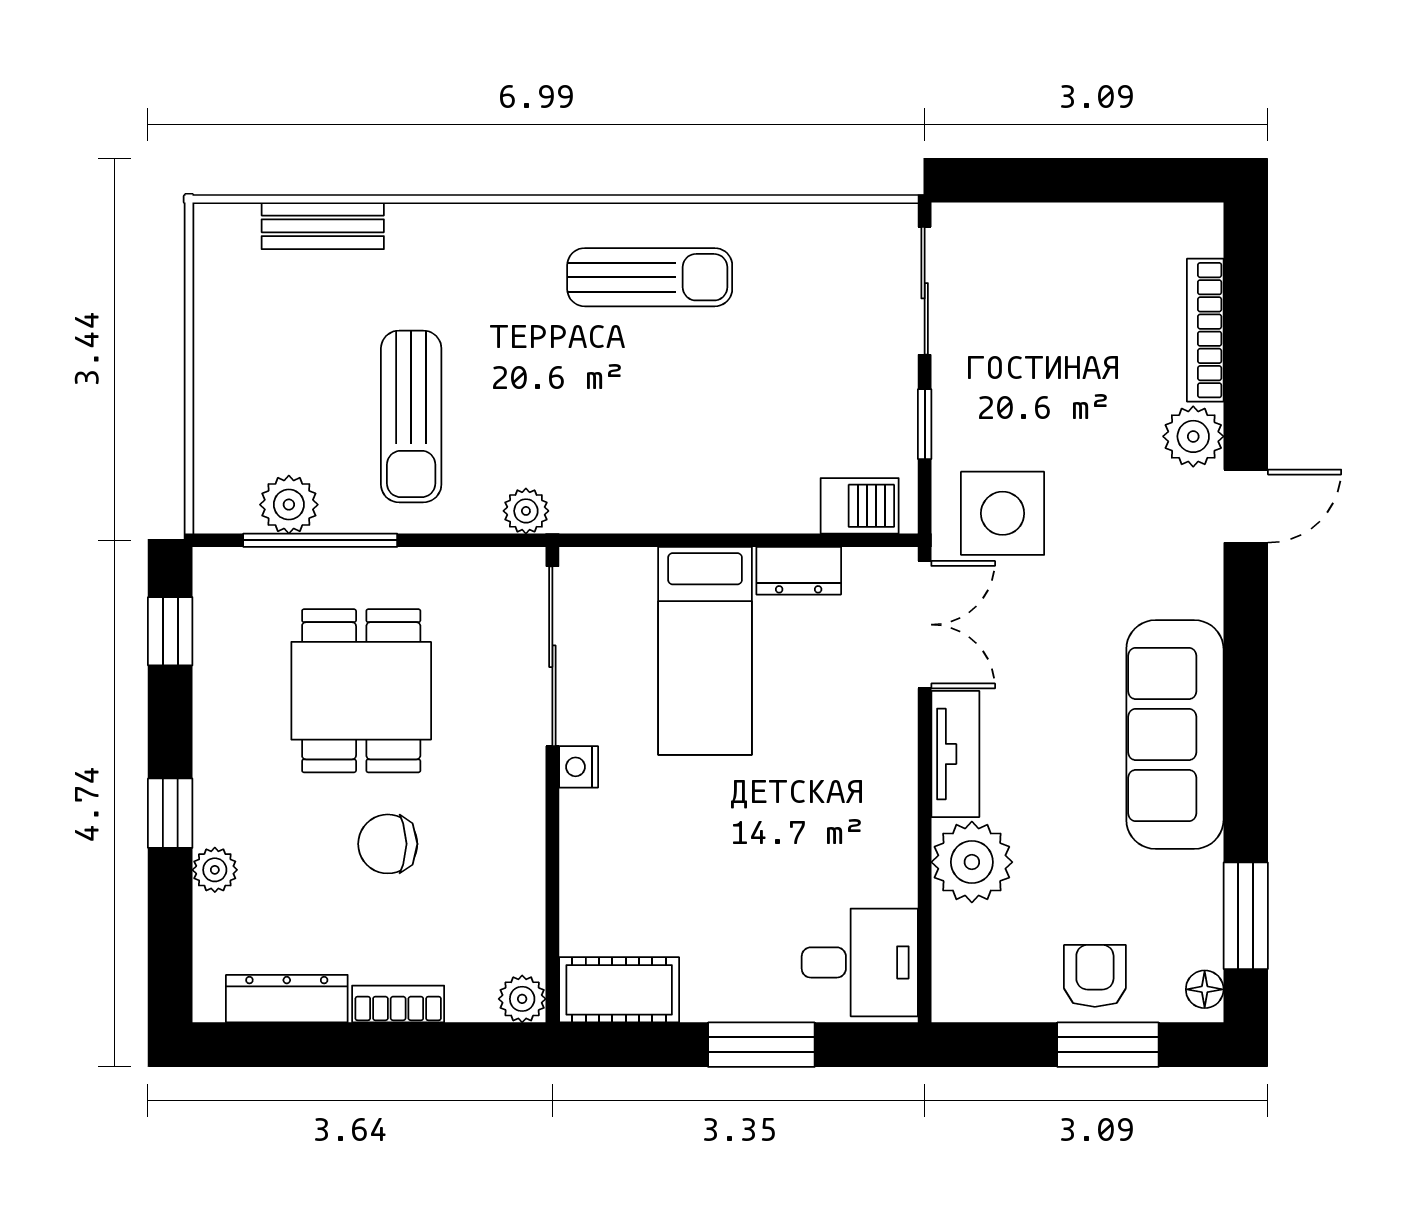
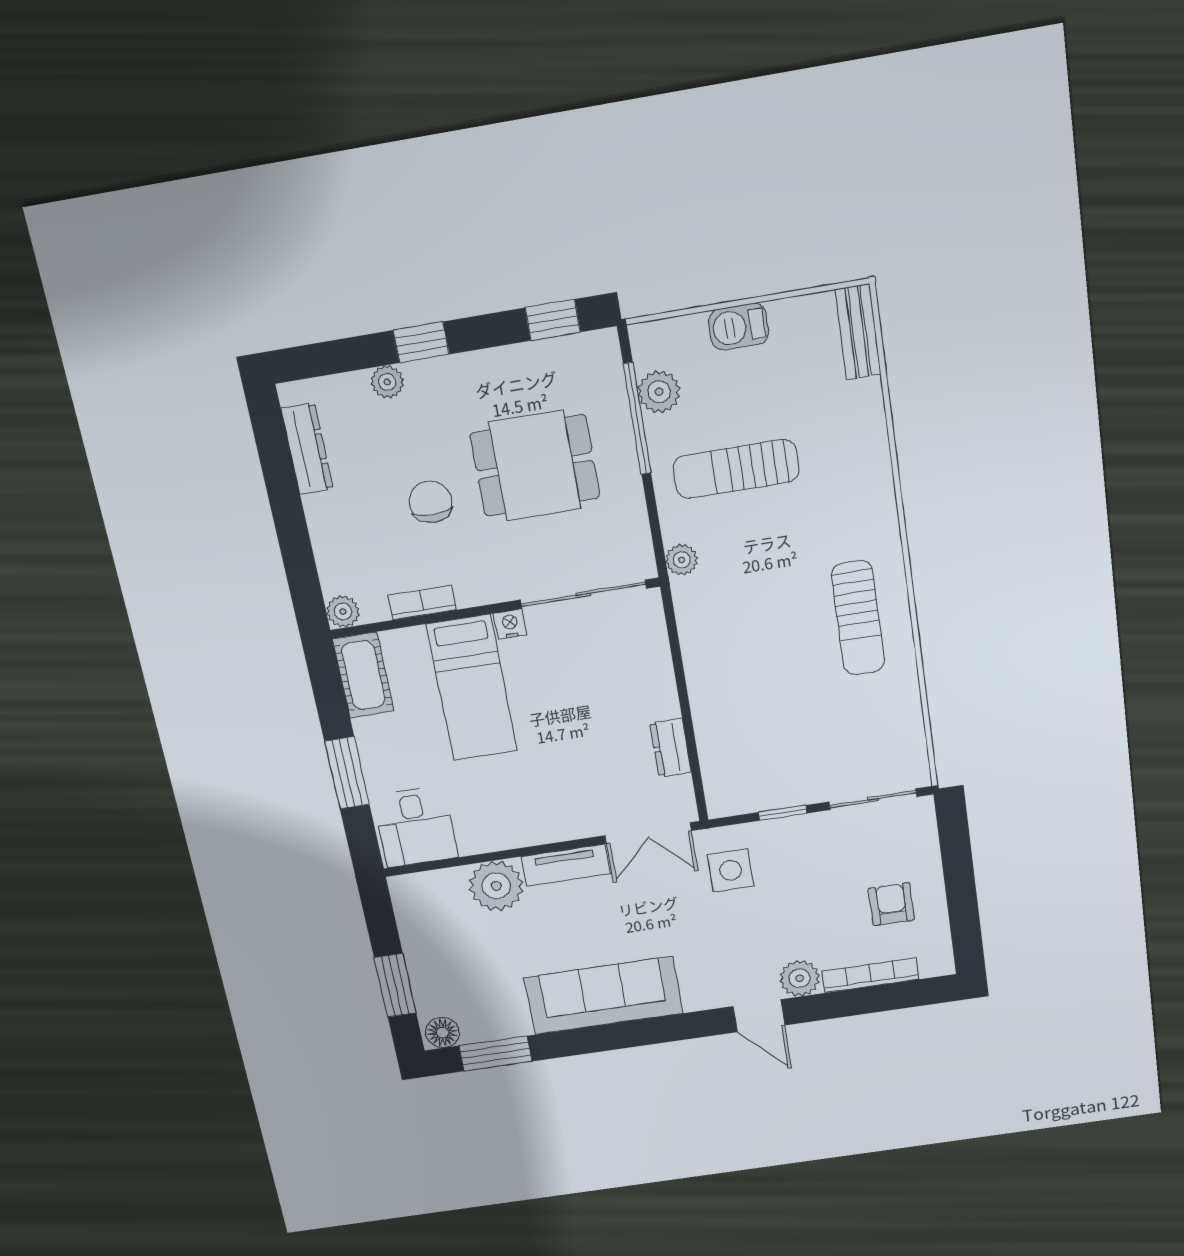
bench: (323, 226) -> (858, 332), moved
barbecue: (860, 506) -> (739, 327), moved, turned 90
side table: (1003, 513) -> (731, 870), width x0.73, depth x0.73
bed: (705, 651) -> (472, 688), moved, turned -90
armchair: (1095, 976) -> (891, 904), moved, turned -90
floor lamp: (1205, 989) -> (442, 1033), width x1.37, depth x1.37
bookcase: (398, 1004) -> (422, 602), moved, turned -90

